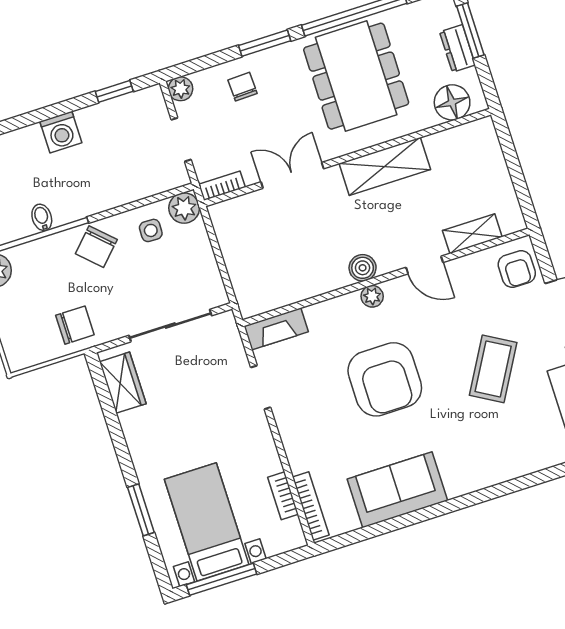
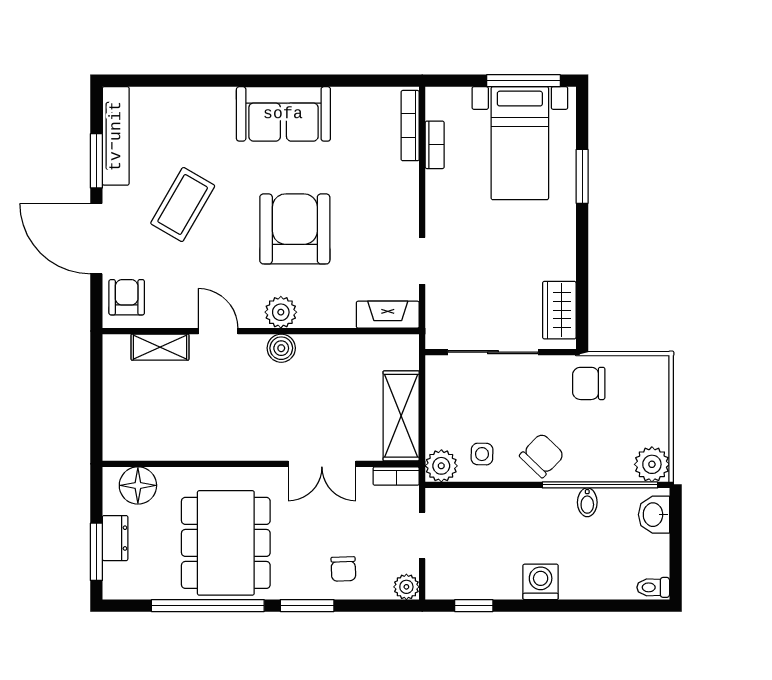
shelving: (385, 166) -> (401, 416), moved, turned 90
plant: (372, 296) -> (281, 312), width x1.38, depth x1.38
sofa: (397, 490) -> (283, 114), moved

